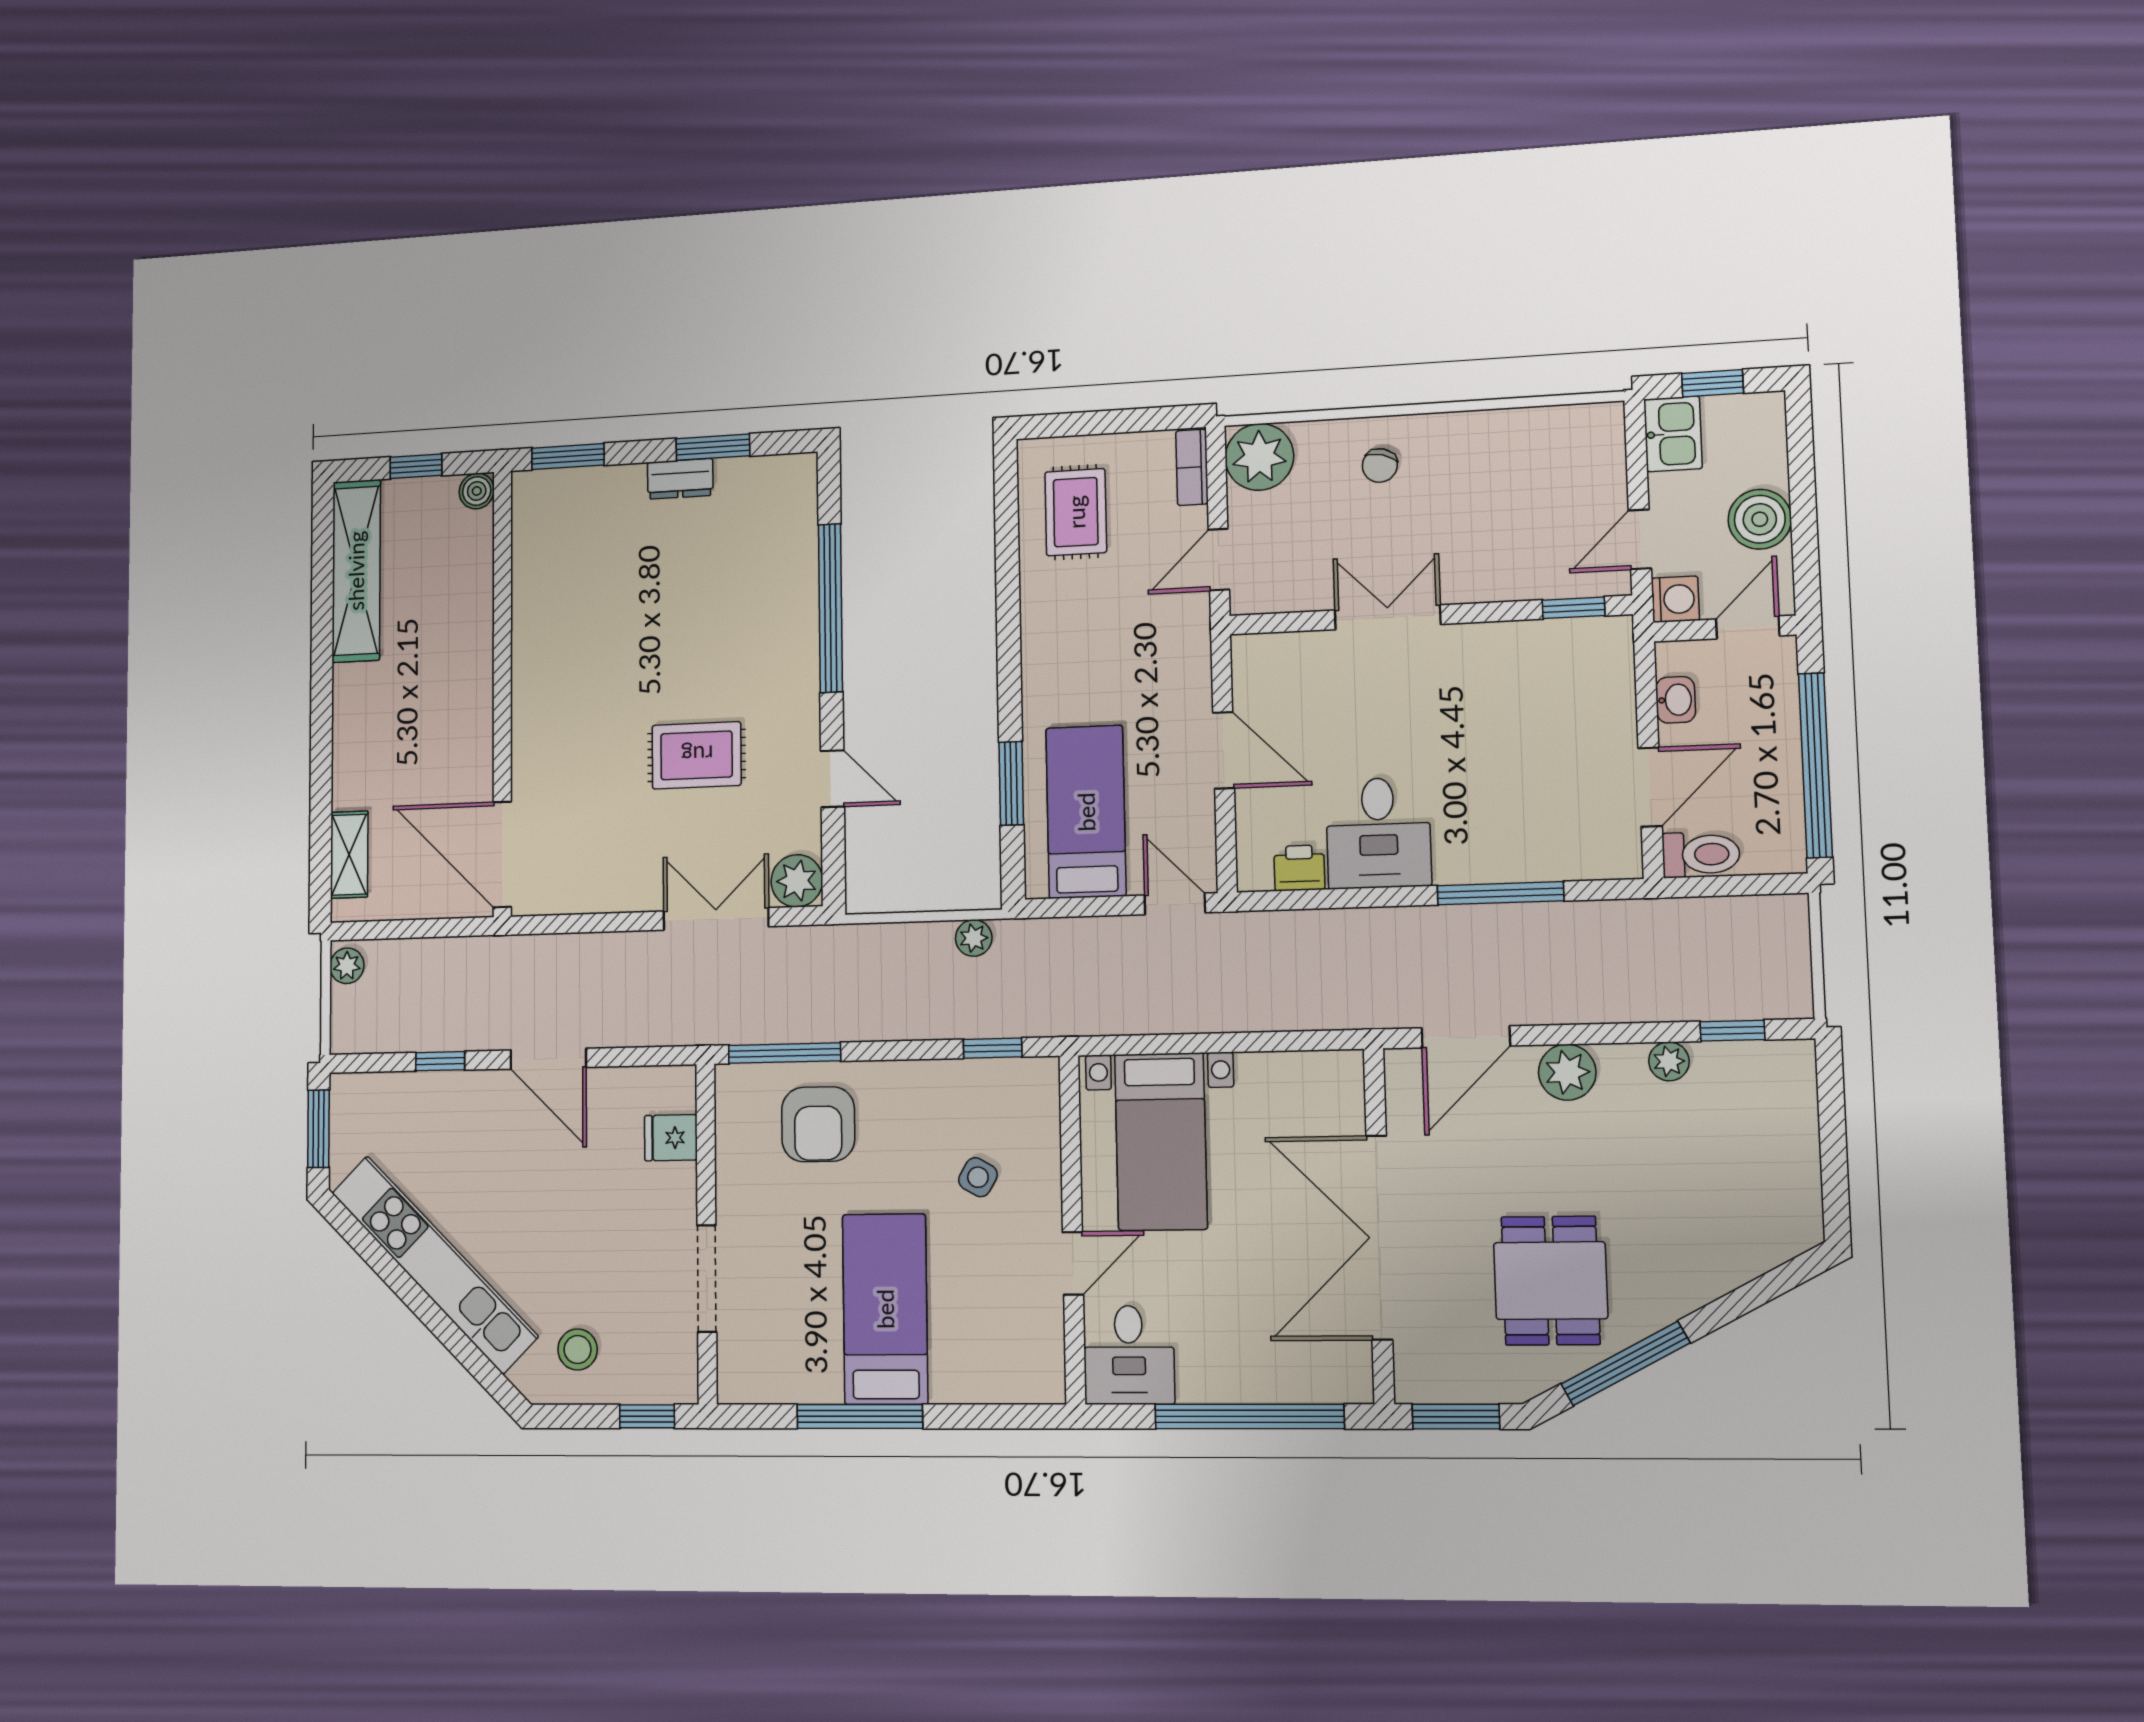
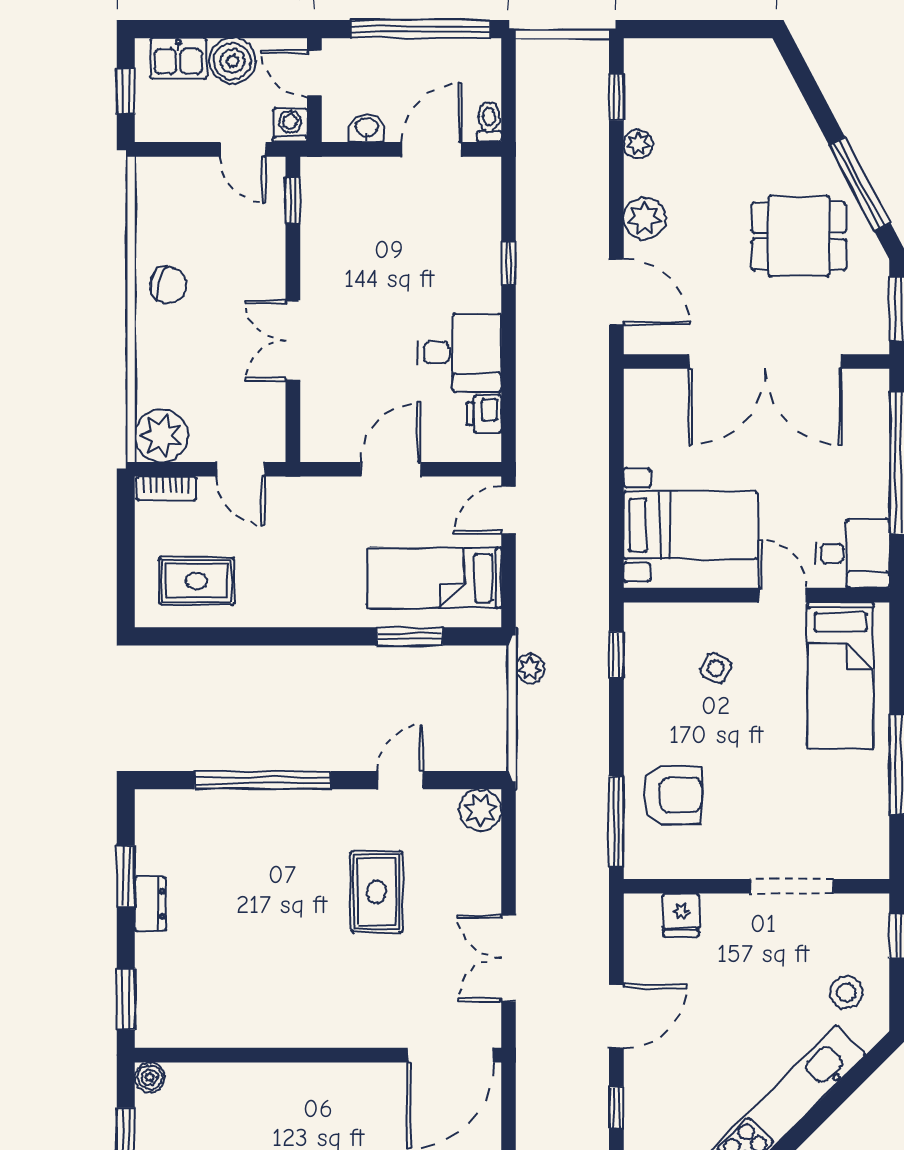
kitchen sink: (1673, 434) -> (178, 59), moved, turned 180
chair: (1380, 465) -> (168, 285), moved, width x1.37, depth x1.37
door: (1650, 787) -> (432, 149), hinge flipped
toilet: (1701, 854) -> (489, 122), width x0.73, depth x0.72
window: (1500, 893) -> (509, 263), width x0.46
double door: (716, 919) -> (509, 958), moved
bed: (885, 1309) -> (841, 675), moved, turned -90

